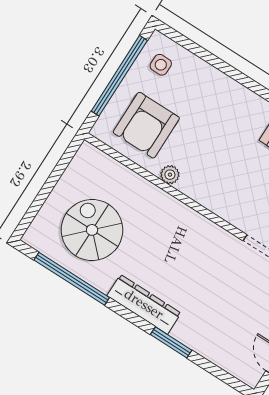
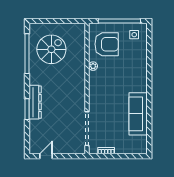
armchair: (146, 125) -> (107, 44), turned 180
dresser: (144, 304) -> (35, 102), moved

